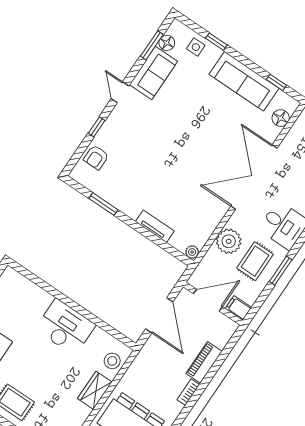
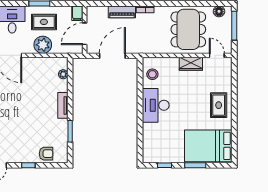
tv unit: (155, 226) -> (63, 105), moved
plant: (192, 252) -> (63, 74), moved
door: (208, 300) -> (85, 34), hinge flipped
stool: (112, 361) -> (152, 74), moved
wardrobe: (95, 390) -> (191, 64), moved

